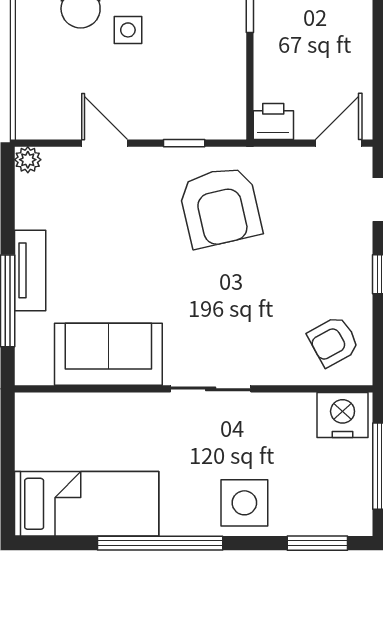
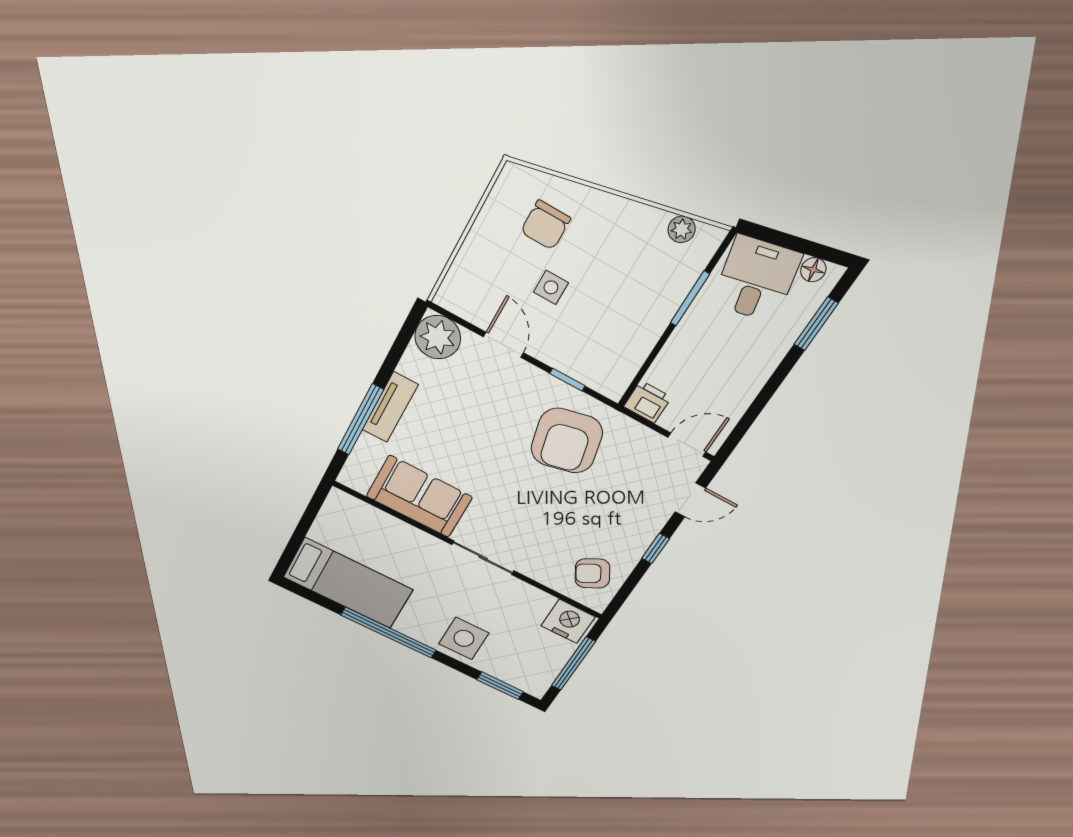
side table: (128, 30) -> (551, 287), moved
plant: (28, 160) -> (438, 337), width x1.88, depth x1.88

